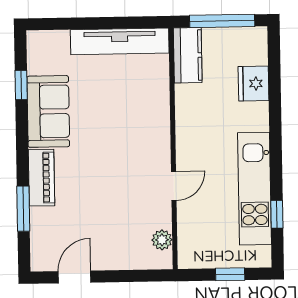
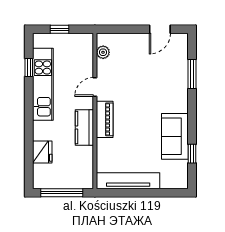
kitchen counter: (188, 55) -> (84, 127), moved
piano: (41, 178) -> (105, 119), moved, turned 180

